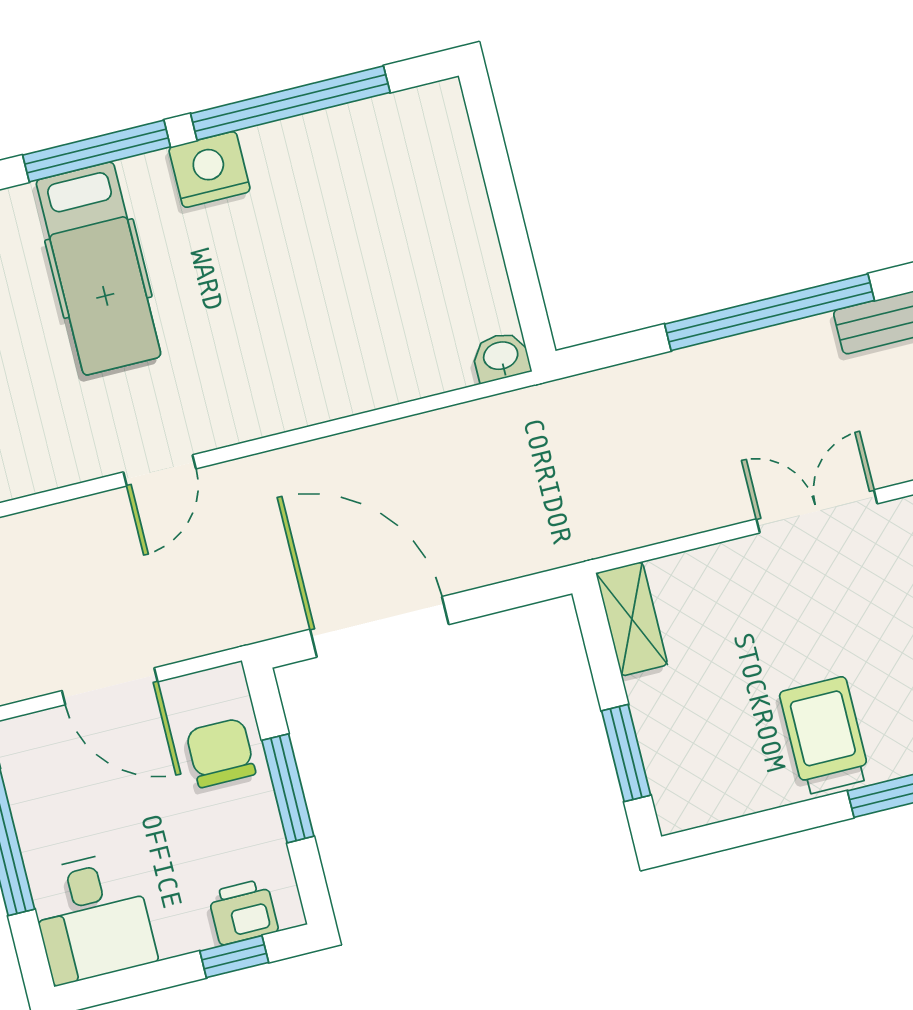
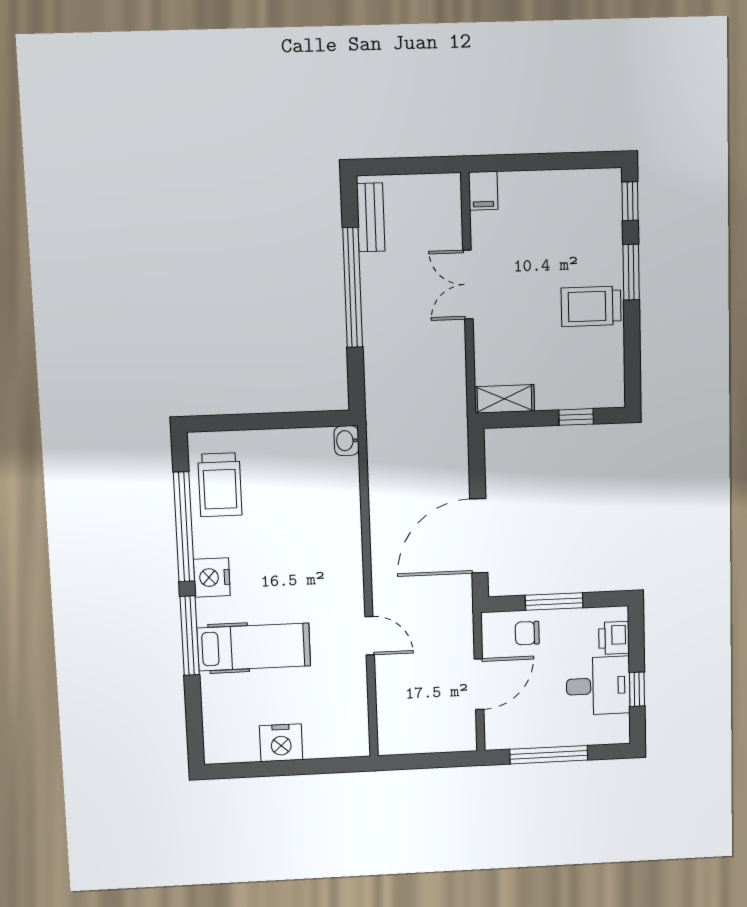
trolley: (378, 151) -> (220, 485), added
chair: (221, 753) -> (527, 633), width x0.73, depth x0.73
window: (626, 753) -> (576, 417), width x0.67
desk: (93, 917) -> (598, 686), moved
window: (234, 957) -> (637, 689), moved

